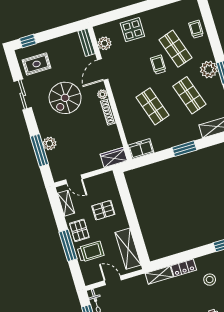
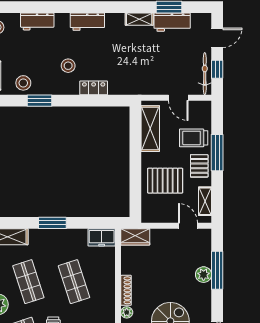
pallet: (103, 210) -> (165, 181), width x1.50, depth x1.42
shelving: (159, 275) -> (124, 88), removed

